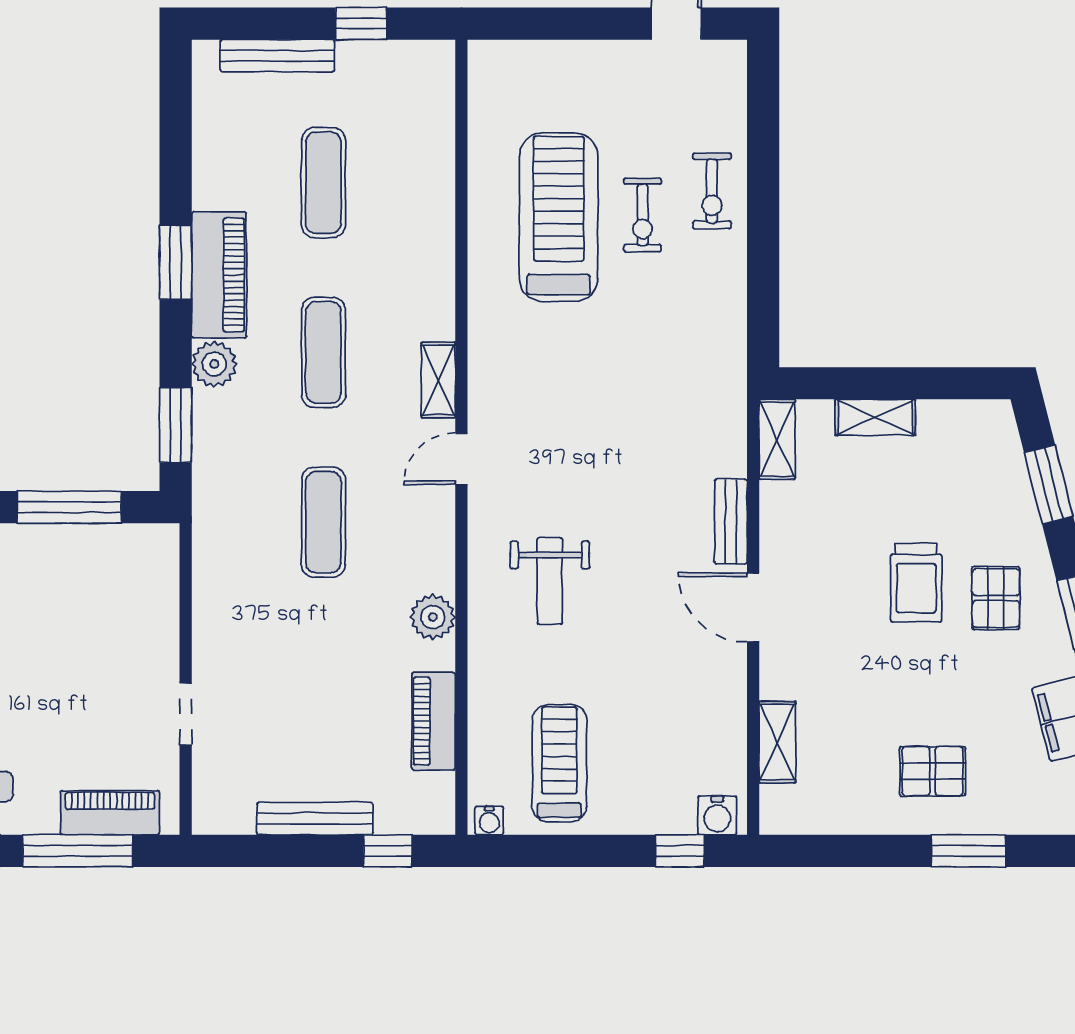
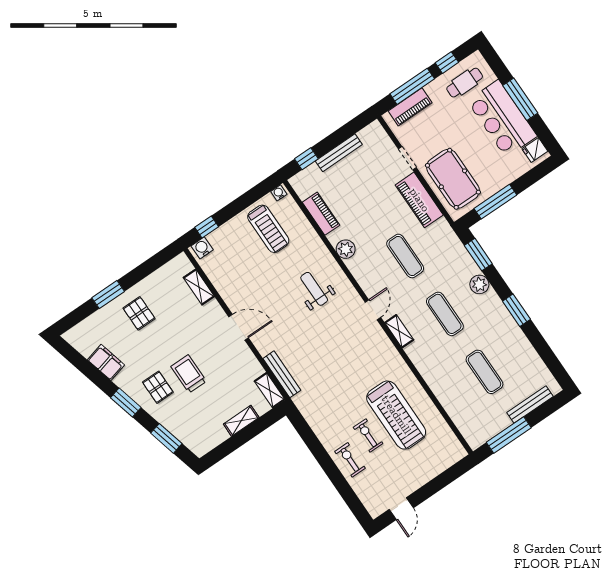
window: (361, 24) -> (509, 435), width x2.17
piano: (219, 275) -> (419, 200), moved
bench: (731, 521) -> (282, 374), moved, width x1.36
pool table: (123, 611) -> (453, 179), added
pallet: (933, 771) -> (139, 313), turned 90

